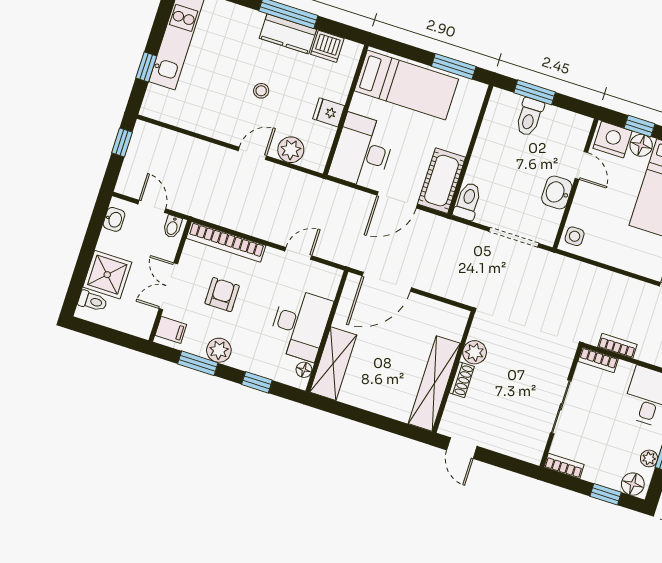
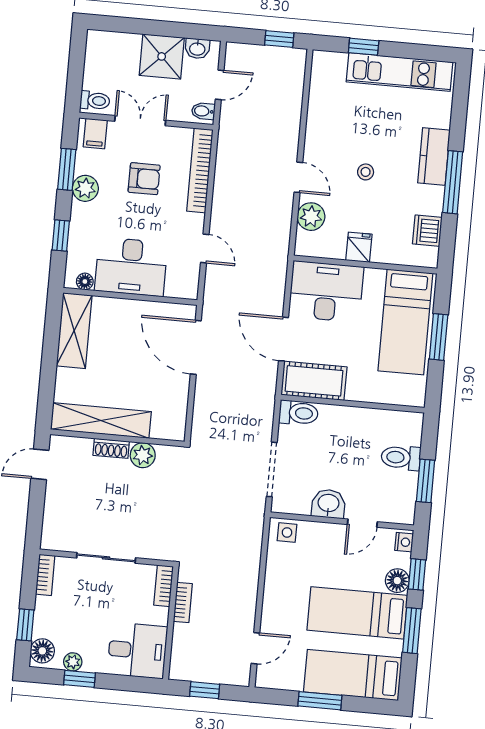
kitchen counter: (288, 34) -> (434, 156), moved
window: (454, 66) -> (439, 337), moved
window: (535, 92) -> (425, 481), moved
nightstand: (613, 140) -> (404, 542), width x0.53, depth x0.56
shower: (107, 275) -> (162, 56), moved
toilet: (93, 301) -> (95, 101), moved, turned -90
shelving: (333, 364) -> (74, 331), moved, turned 90

